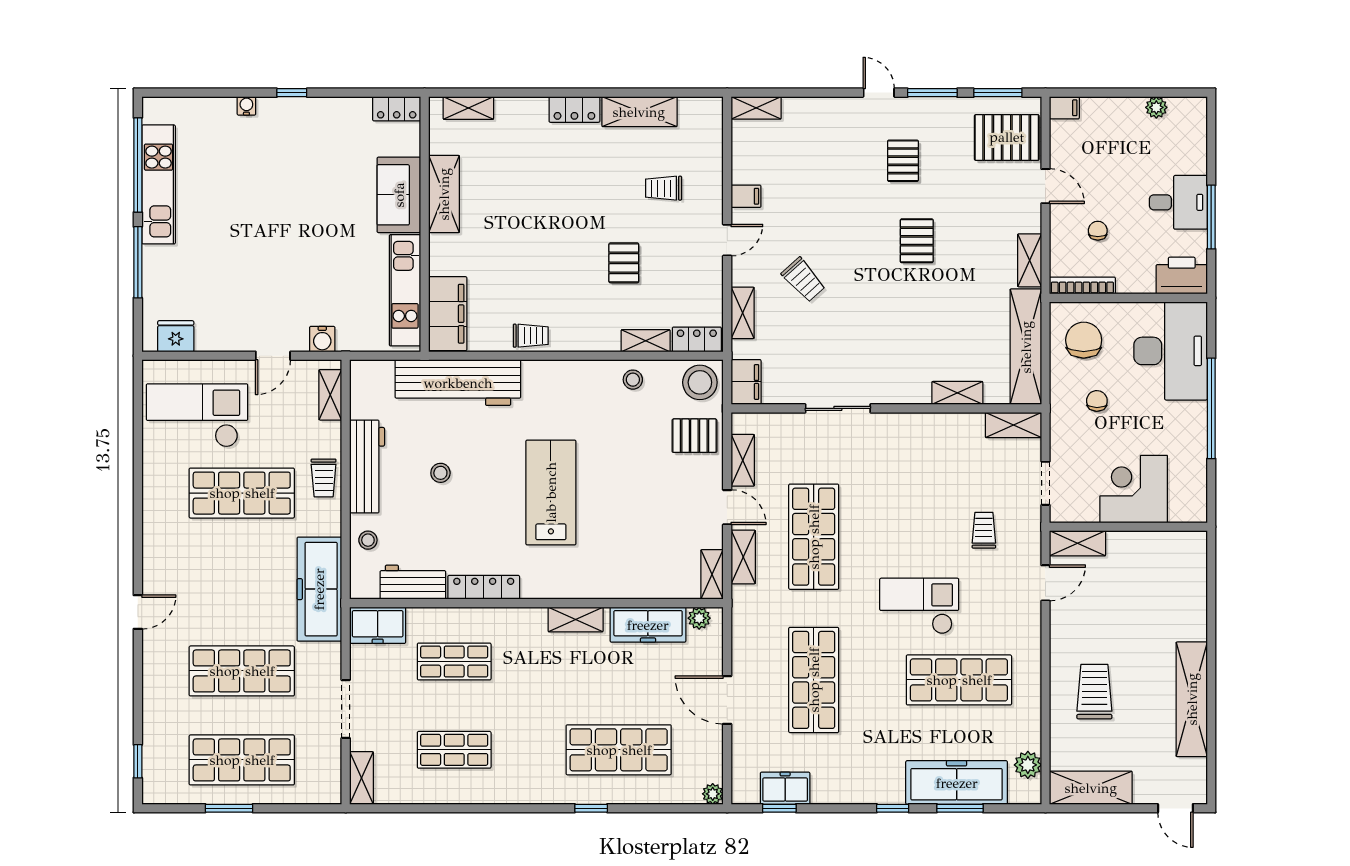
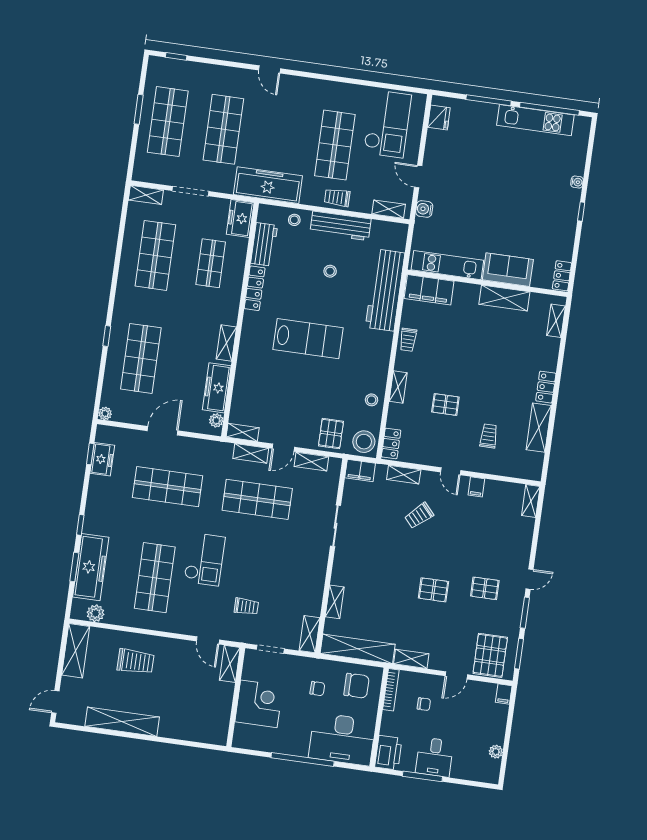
shelving: (646, 341) -> (398, 387), moved
shop shelf: (454, 750) -> (155, 255), width x1.43, depth x1.36

